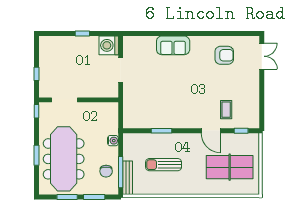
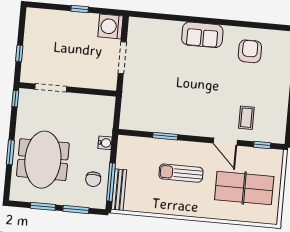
sofa: (173, 45) -> (202, 35), moved
armchair: (224, 55) -> (250, 51), turned -90
meeting table: (64, 159) -> (43, 160), width x0.73
sun lounger: (164, 165) -> (181, 173), moved

